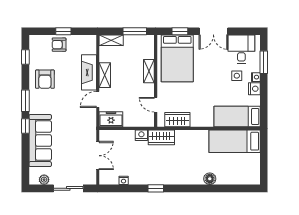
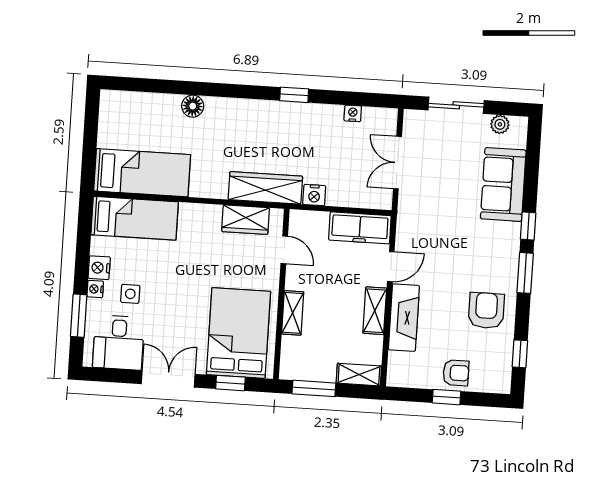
freezer: (111, 119) -> (360, 228), width x1.40
wardrobe: (161, 137) -> (265, 188), width x1.50
sofa: (40, 141) -> (503, 184), width x0.73

